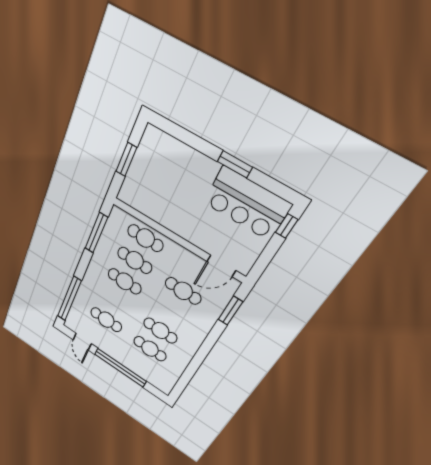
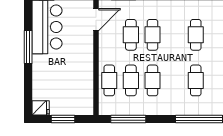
fridge: (151, 138) -> (41, 108), added
window: (235, 164) -> (28, 47), width x1.44
door: (221, 266) -> (96, 20), hinge flipped
cafe table: (160, 331) -> (153, 35), moved

